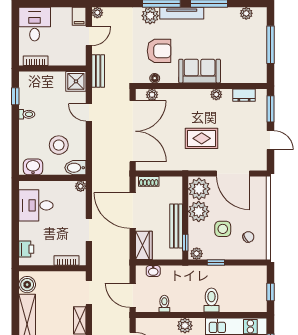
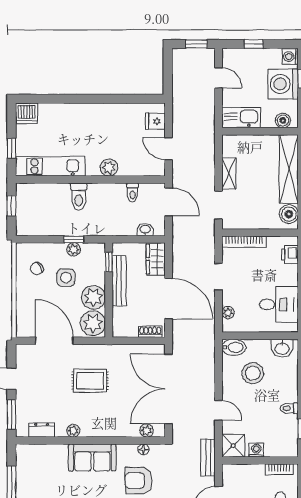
washing machine: (56, 78) -> (256, 450), added
plant: (81, 186) -> (228, 313), moved
plant: (197, 254) -> (74, 249), moved
bookcase: (66, 260) -> (244, 242), width x1.56

